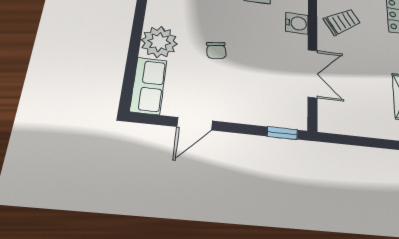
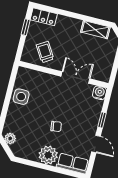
water cooler: (297, 23) -> (100, 93), moved
window: (282, 133) -> (102, 120), moved

